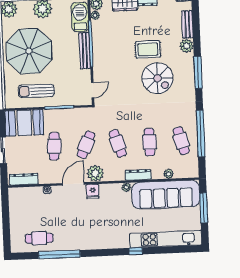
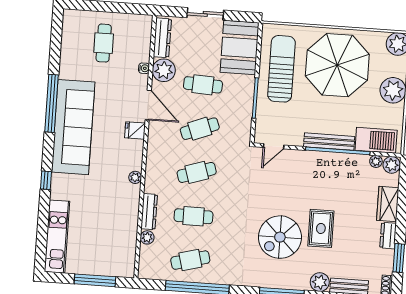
door: (93, 90) -> (274, 146), hinge flipped
sun lounger: (36, 91) -> (281, 69), width x1.36, depth x1.34
cafe table: (86, 145) -> (200, 129), turned -45
plant: (95, 173) -> (164, 70), moved
dresser: (138, 175) -> (149, 212), moved
sofa: (166, 195) -> (73, 127), moved, turned 180
cafe table: (39, 238) -> (104, 43), moved
kitchen unit: (166, 239) -> (57, 237), width x0.73
window: (59, 254) -> (51, 103), moved

